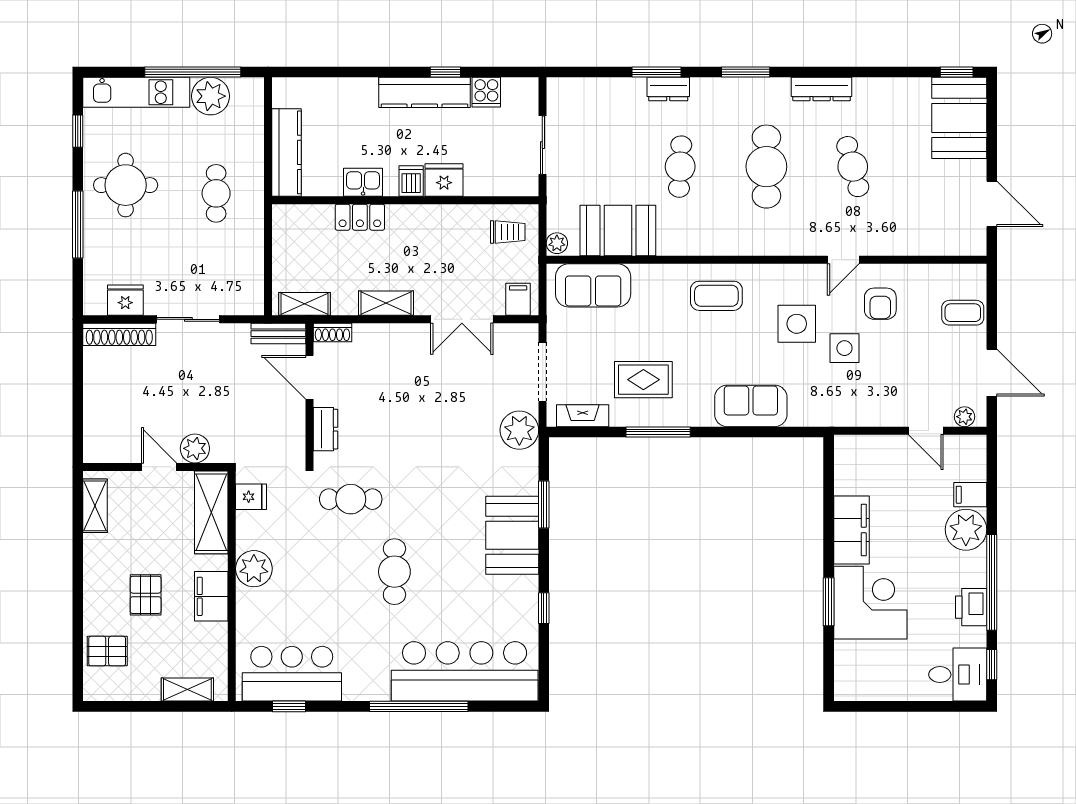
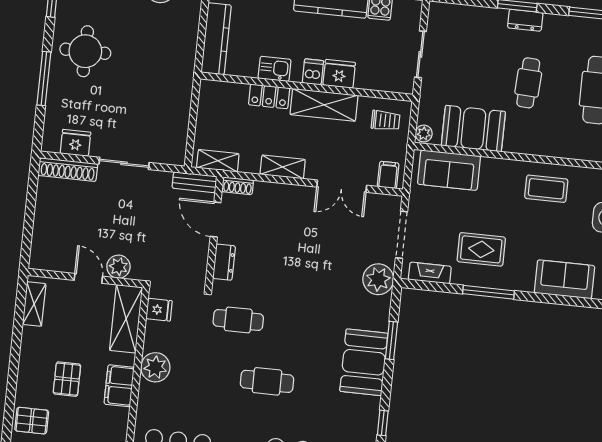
cafe table: (216, 193) -> (157, 65), removed
shelving: (429, 221) -> (324, 105), added
cafe table: (394, 572) -> (267, 381), turned 90

